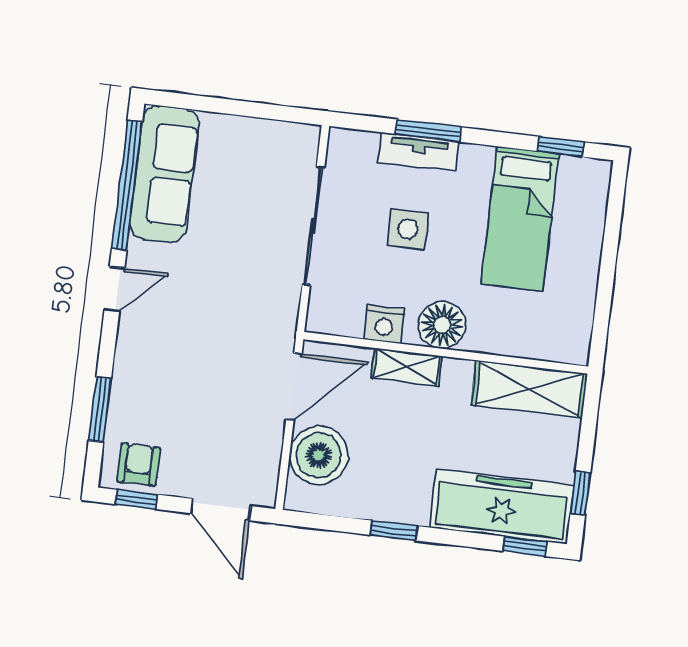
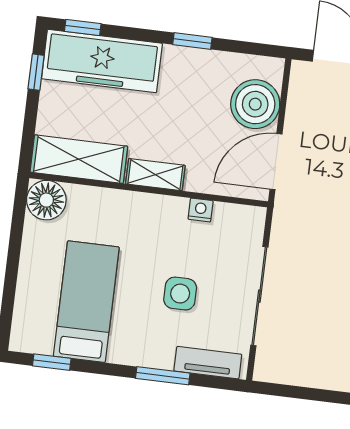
tv unit: (419, 152) -> (208, 363), moved
nightstand: (384, 324) -> (201, 210), width x0.72, depth x0.74
floor lamp: (442, 325) -> (46, 200), moved
shelving: (407, 367) -> (155, 175), moved

